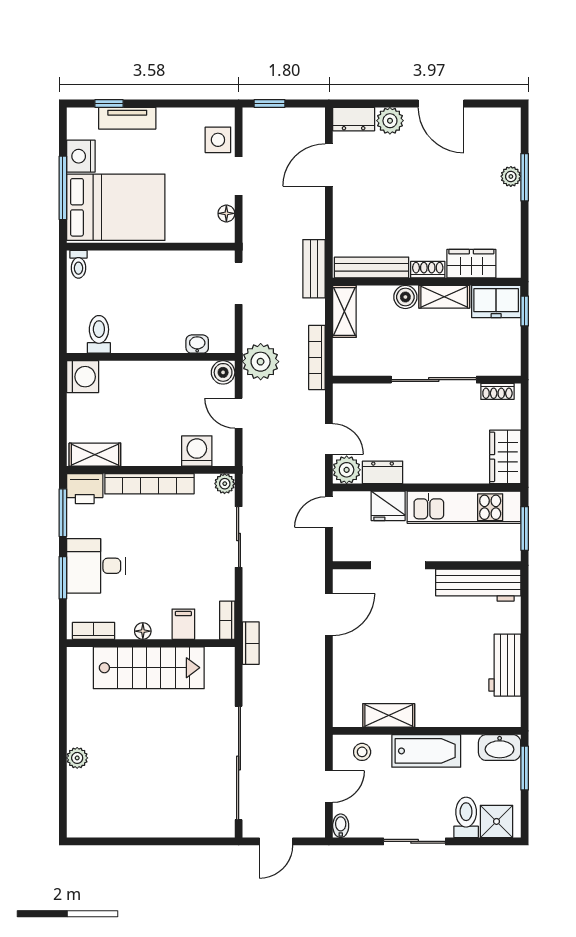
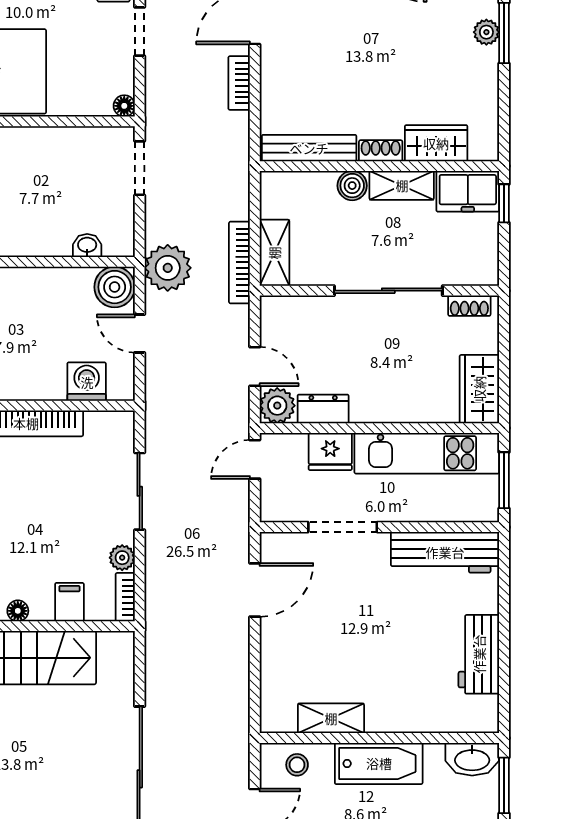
floor lamp: (226, 213) -> (124, 106), moved
bench: (314, 269) -> (236, 150), removed
shelving: (344, 311) -> (274, 253), moved
boiler: (223, 372) -> (115, 287), width x1.36, depth x1.36
plant: (225, 484) -> (122, 558), moved
bookcase: (251, 643) -> (239, 83), moved, turned 180

